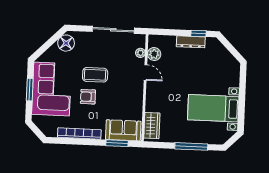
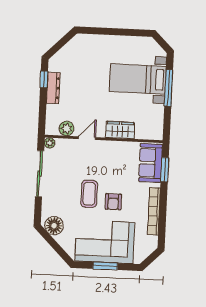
plant: (140, 53) -> (50, 143), moved
bed with nightstands: (213, 108) -> (138, 79), moved, turned 90
wardrobe: (152, 126) -> (120, 130), moved

